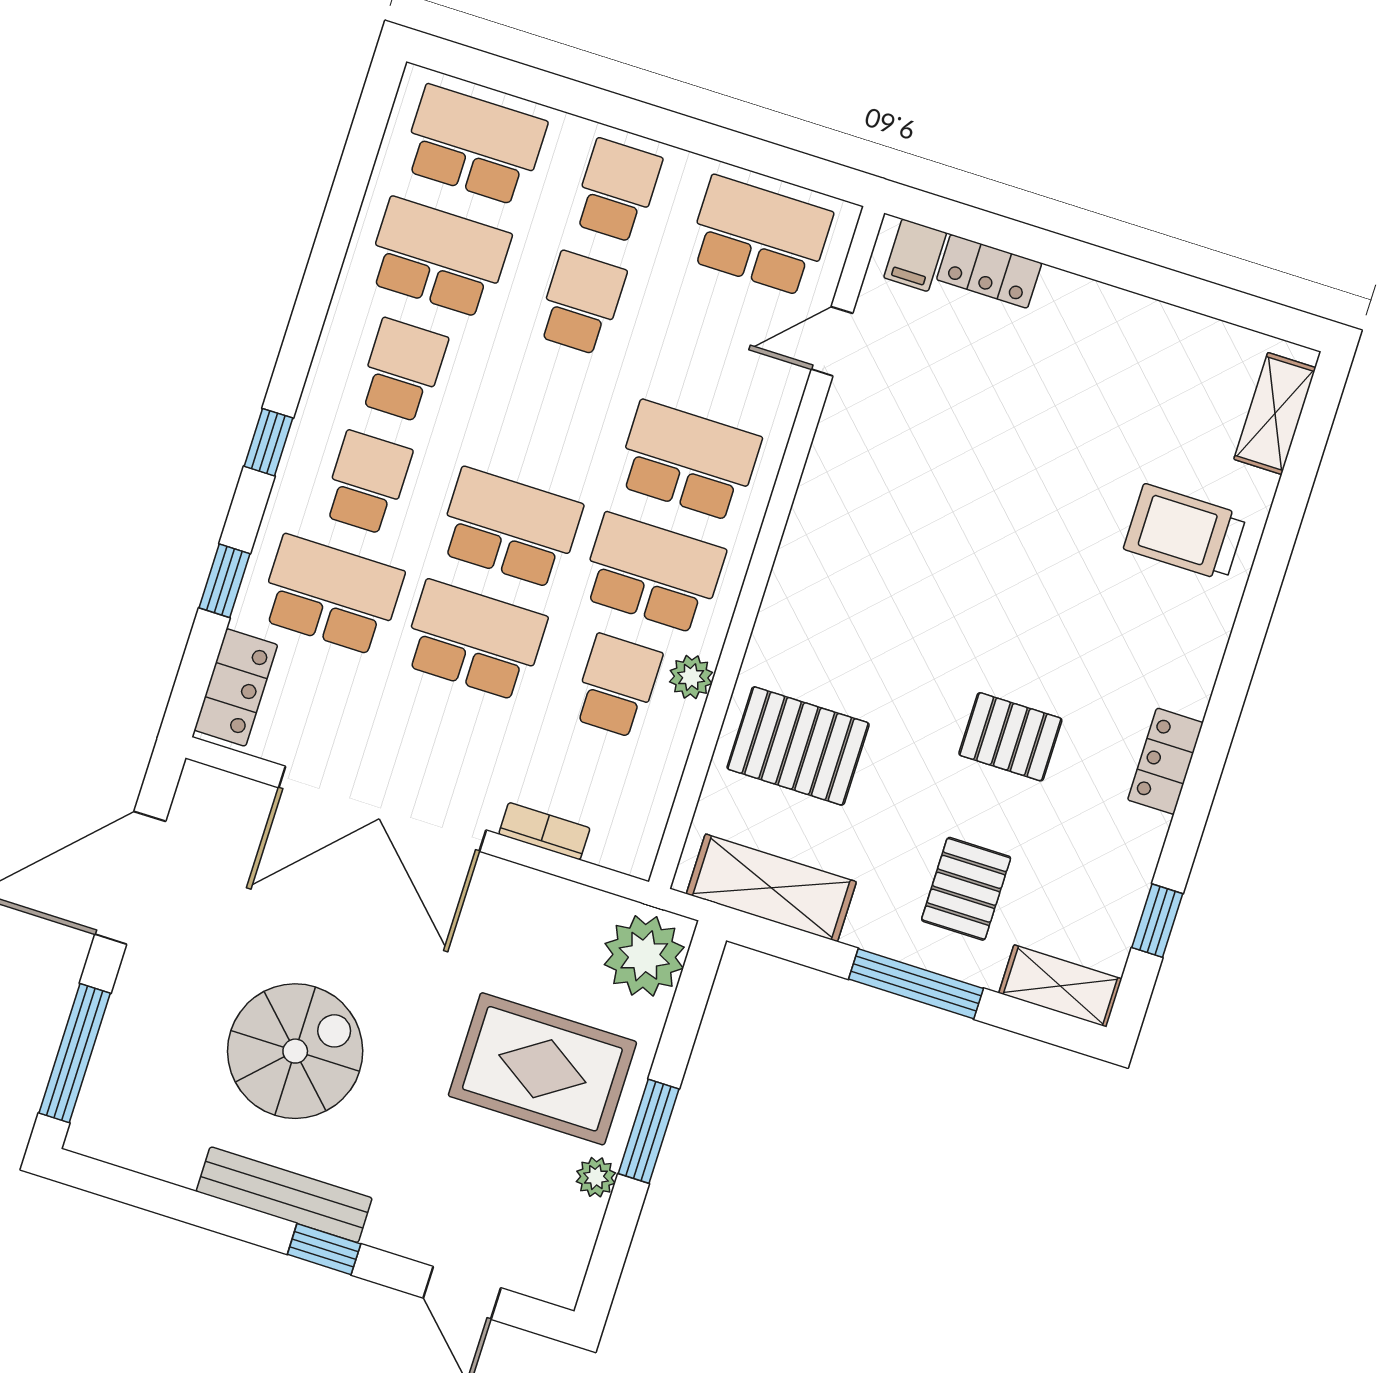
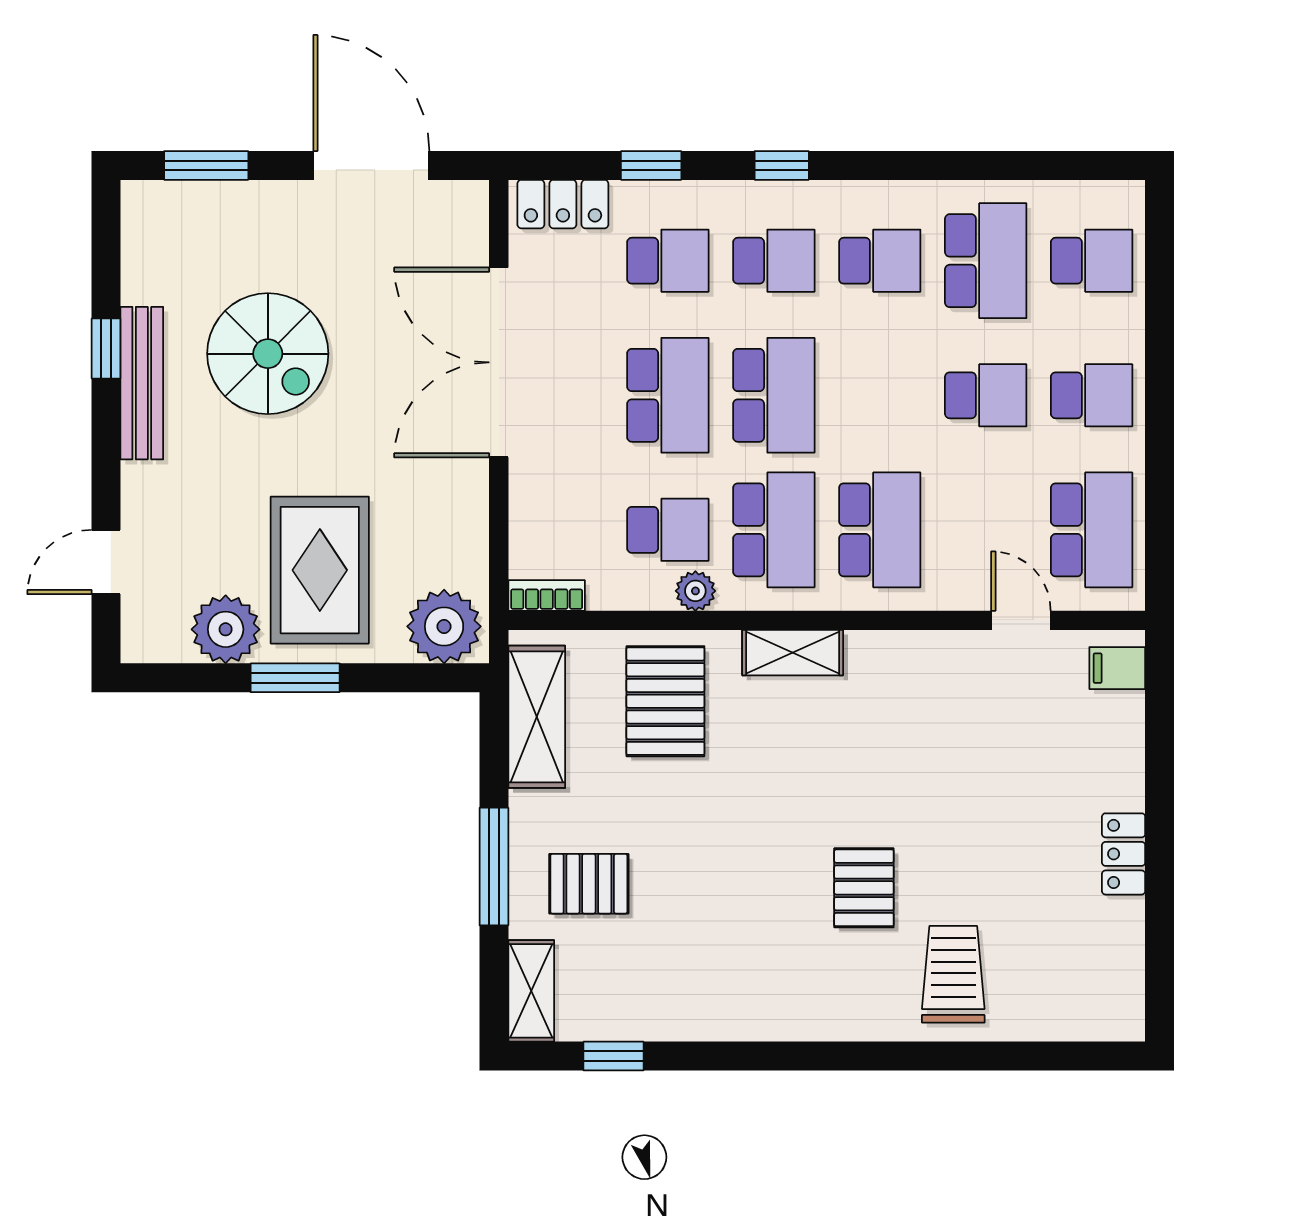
school desk: (474, 145) -> (1092, 261), width x0.54
locker: (989, 271) -> (1124, 854), moved
shelving: (1275, 414) -> (793, 653), moved
school desk: (331, 595) -> (668, 261), width x0.54
pallet: (1010, 737) -> (864, 888), moved
locker: (1165, 761) -> (752, 1020), removed
bookcase: (544, 831) -> (547, 595), moved, turned -90
window: (75, 1053) -> (206, 165), width x0.69
plant: (596, 1177) -> (226, 629), width x1.88, depth x1.88
window: (324, 1249) -> (106, 349), moved

